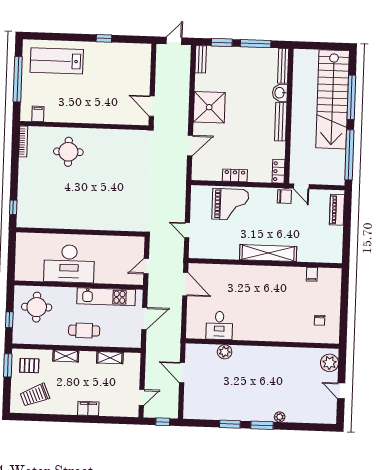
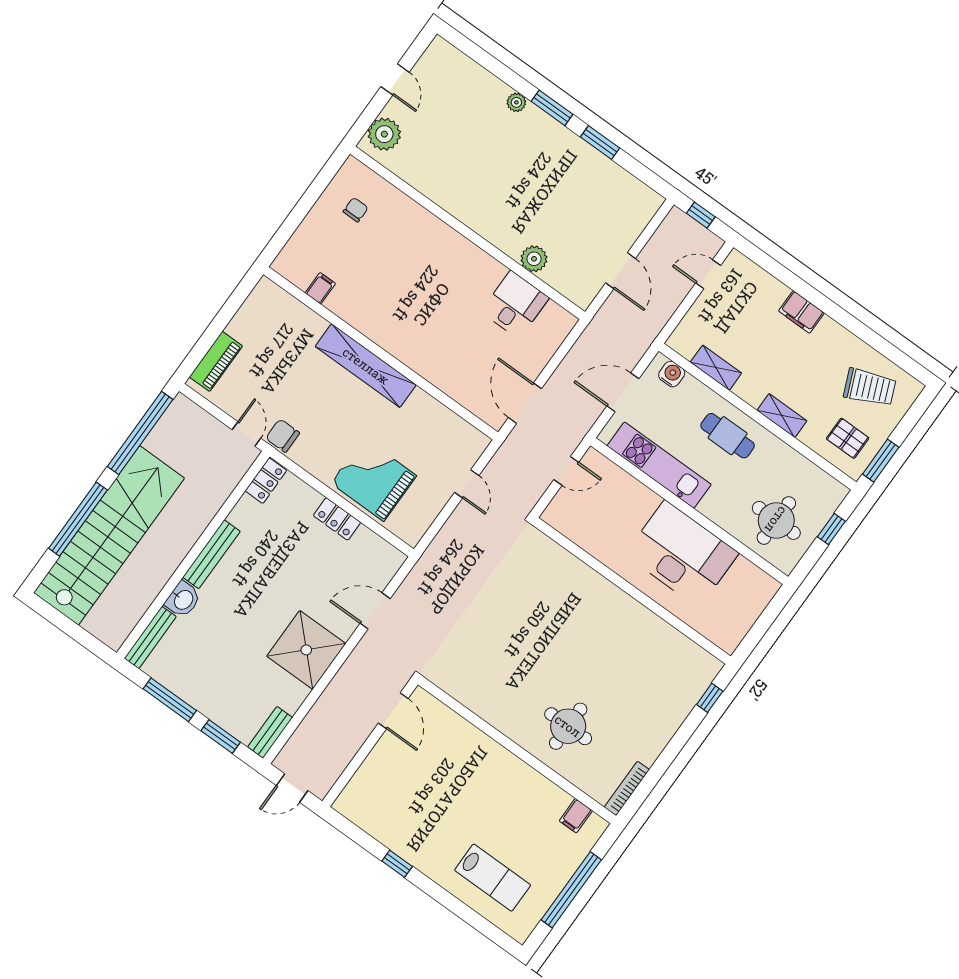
lab bench: (57, 61) -> (493, 878), width x0.73, depth x0.72
water cooler: (128, 341) -> (672, 374), added

